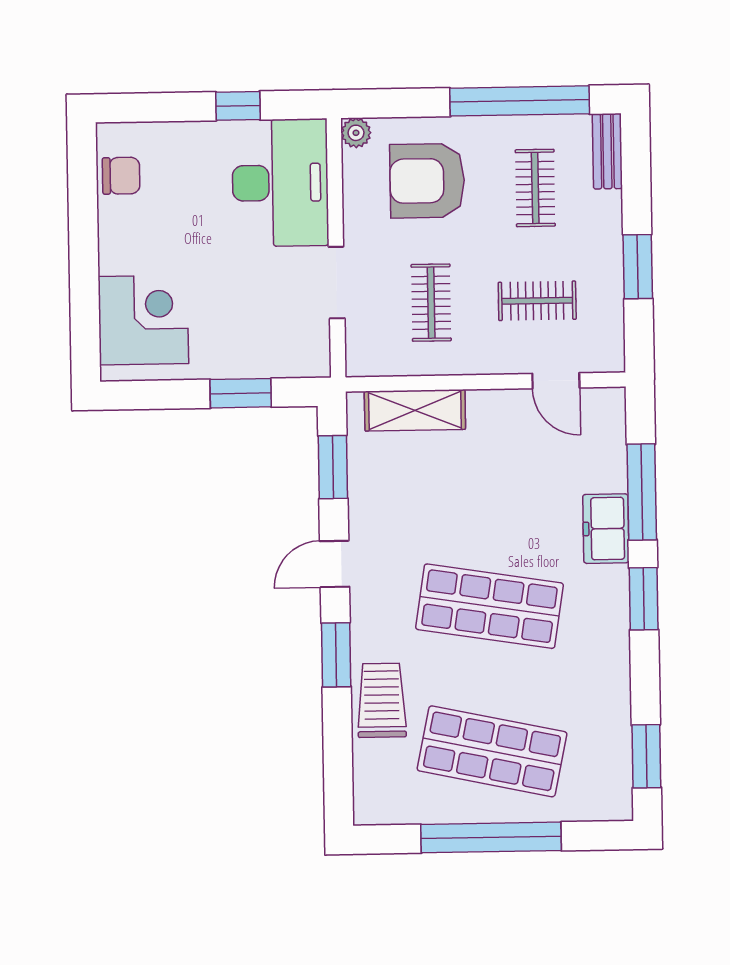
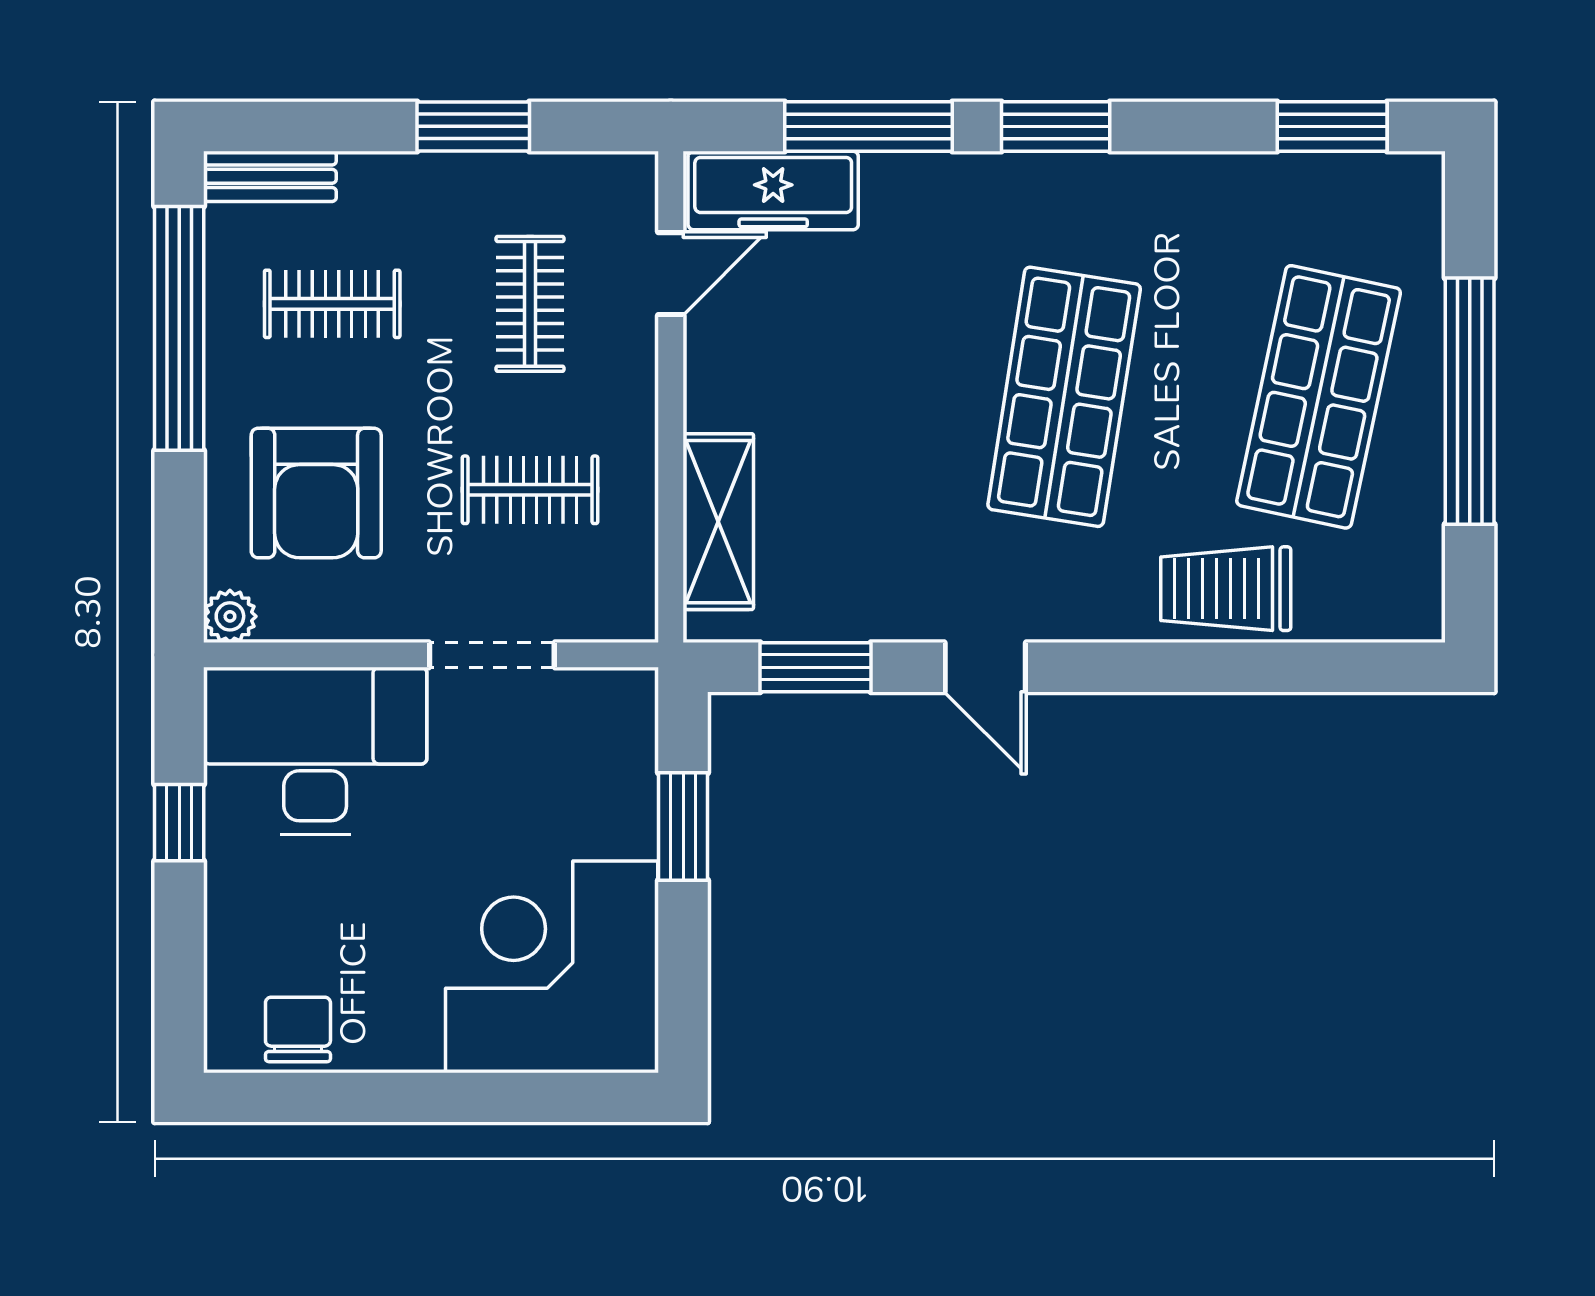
corner desk: (143, 320) -> (552, 967), width x1.36, depth x1.36
freezer: (606, 529) -> (773, 190), moved, width x1.40
window: (336, 655) -> (1145, 667), removed

